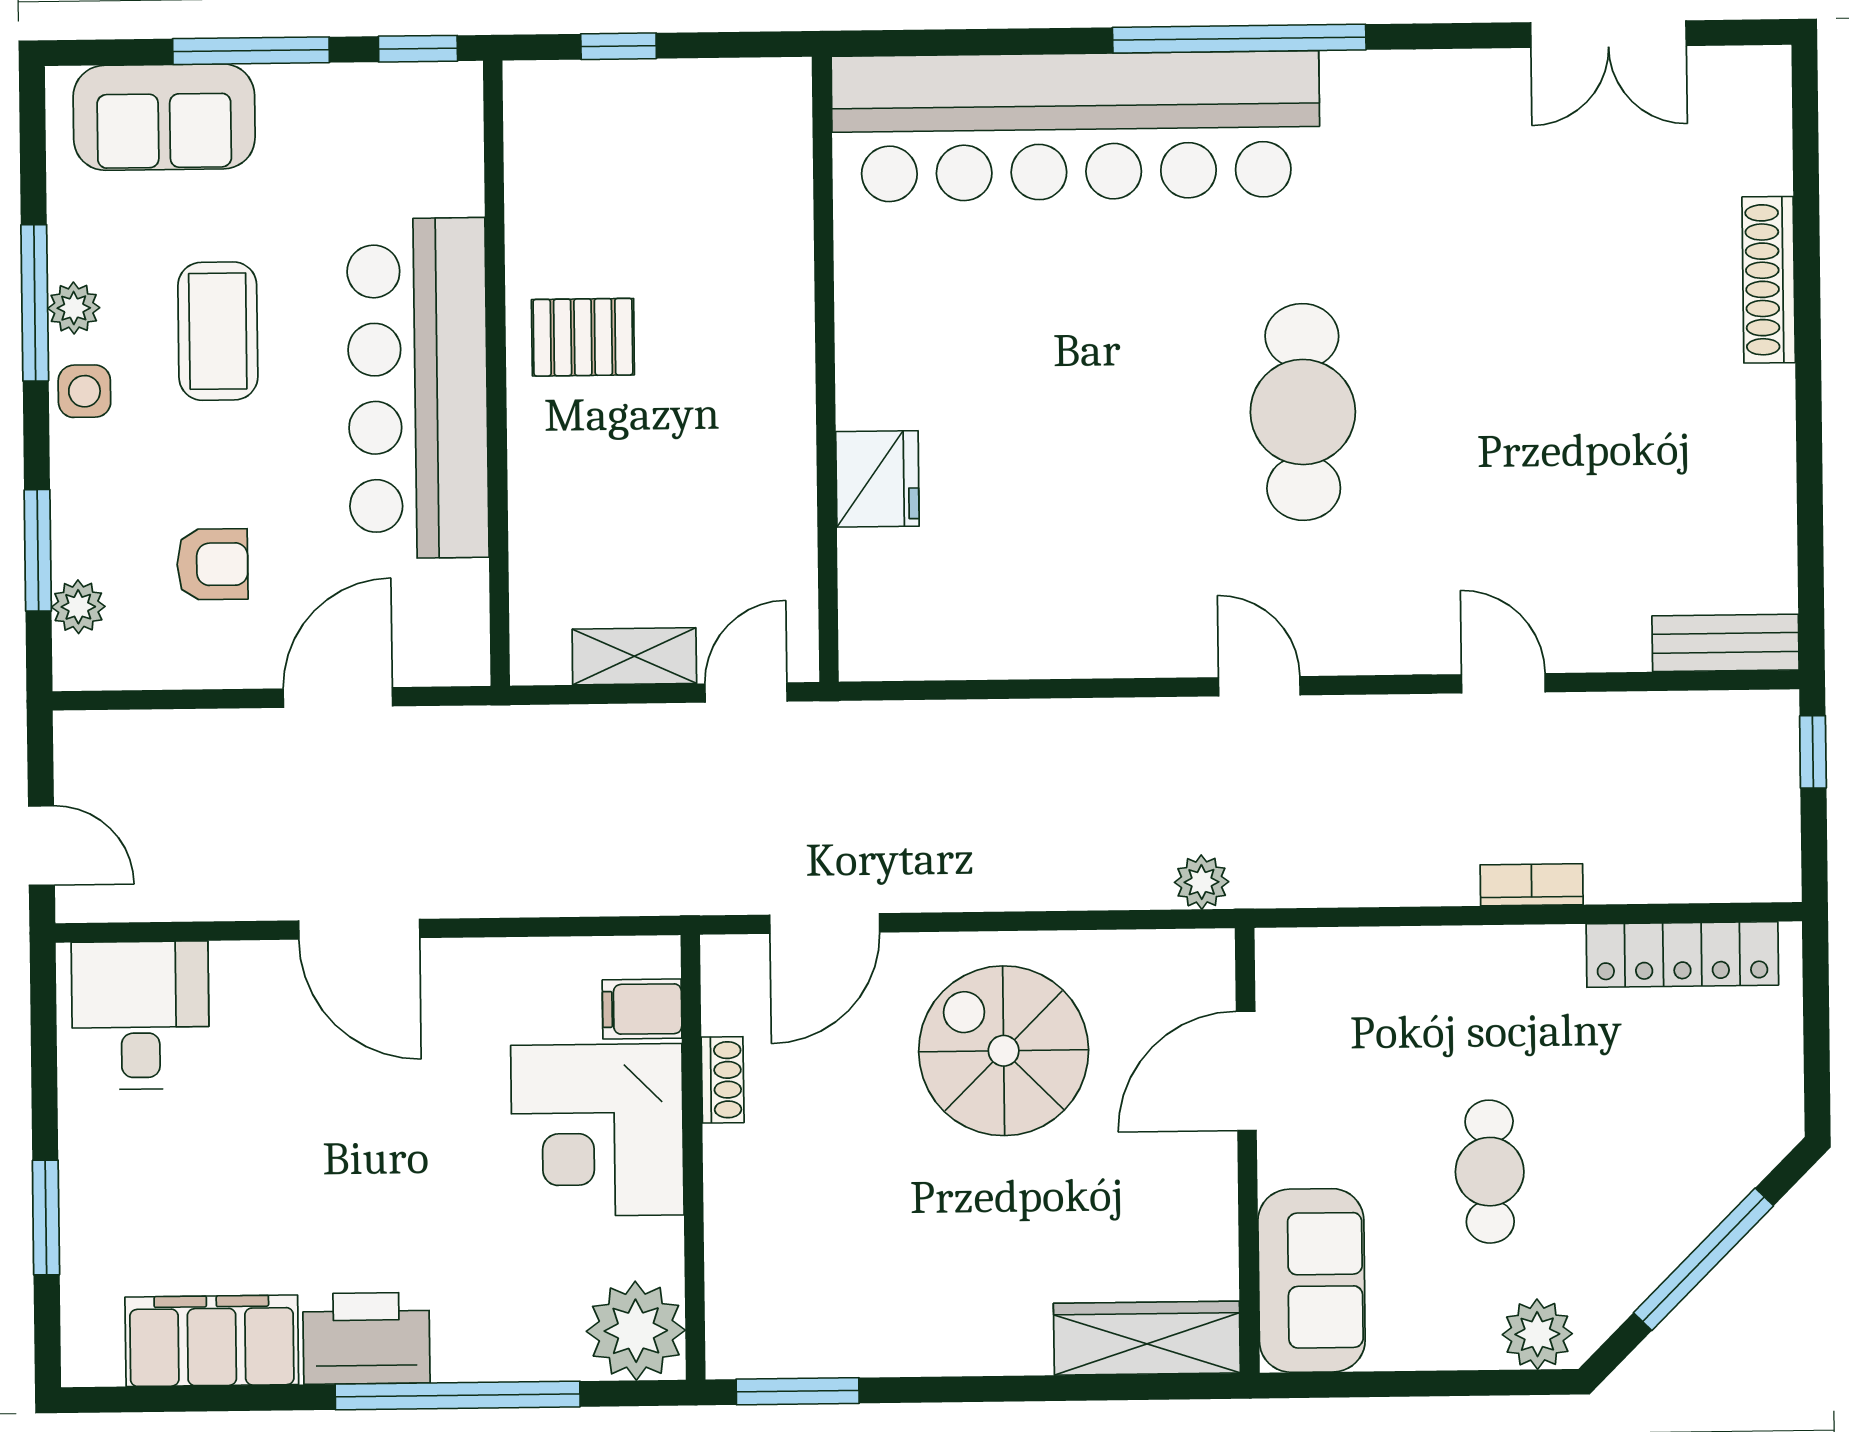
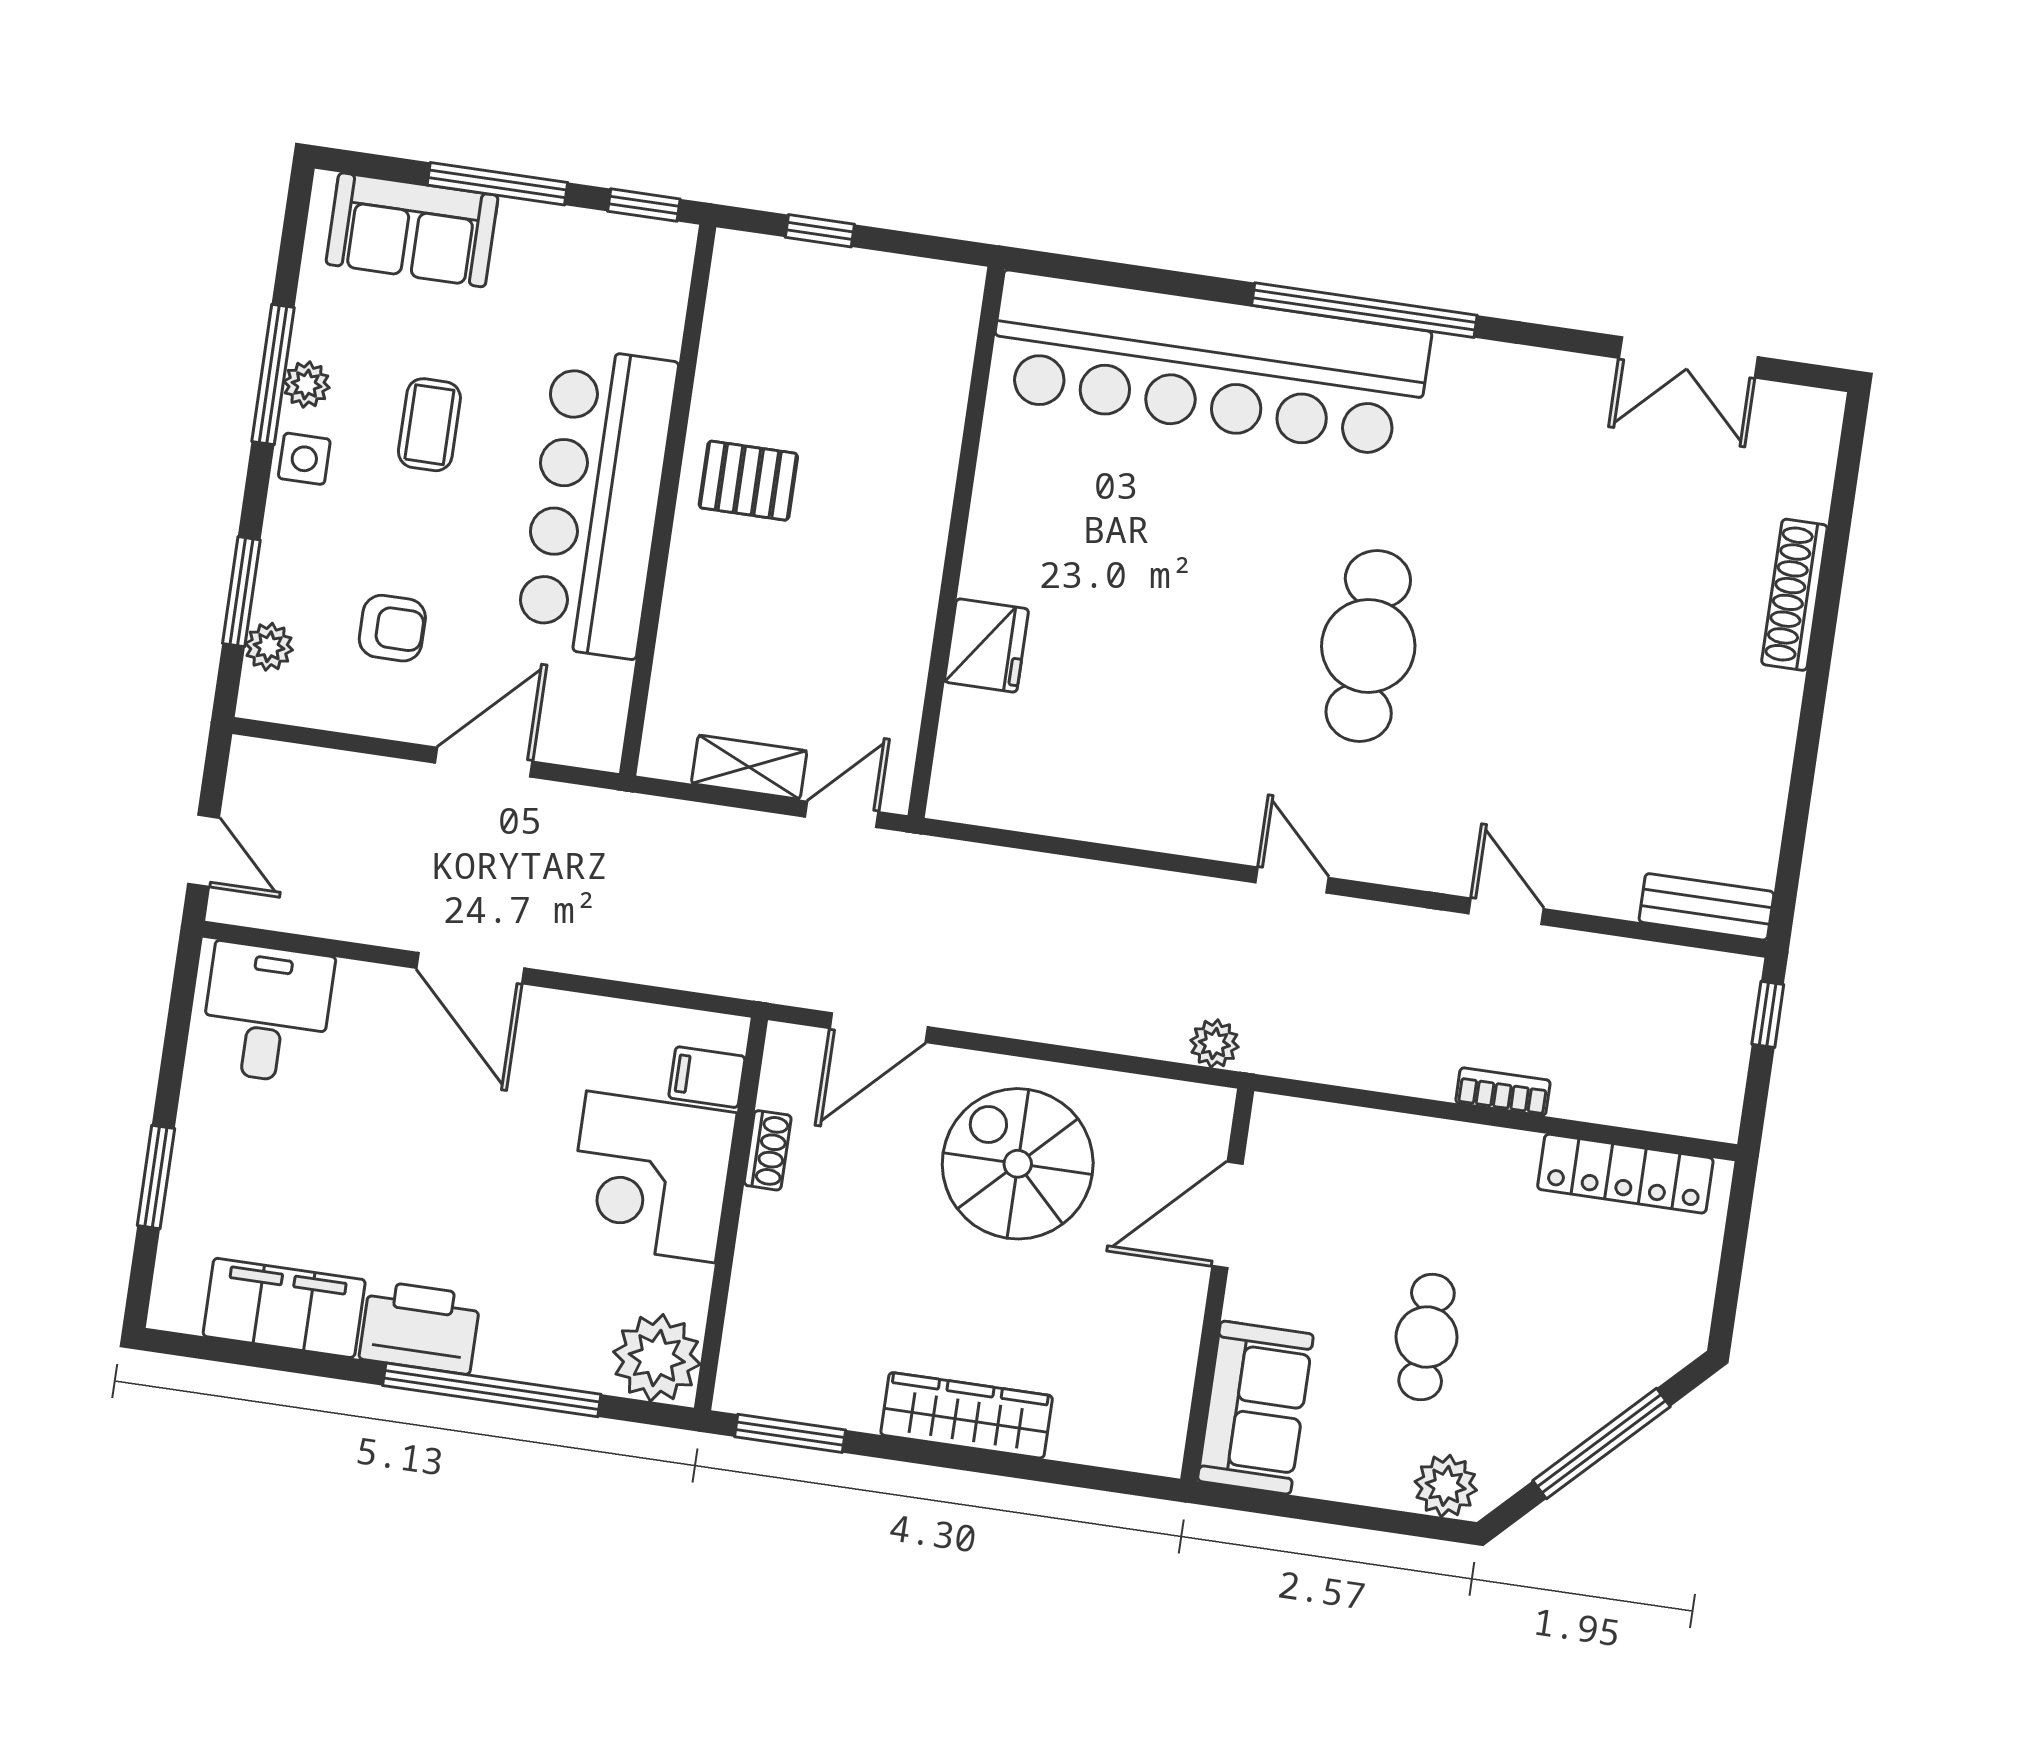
coffee table: (218, 331) -> (429, 425), width x0.73, depth x0.77
wardrobe: (1147, 1338) -> (967, 1415), moved

